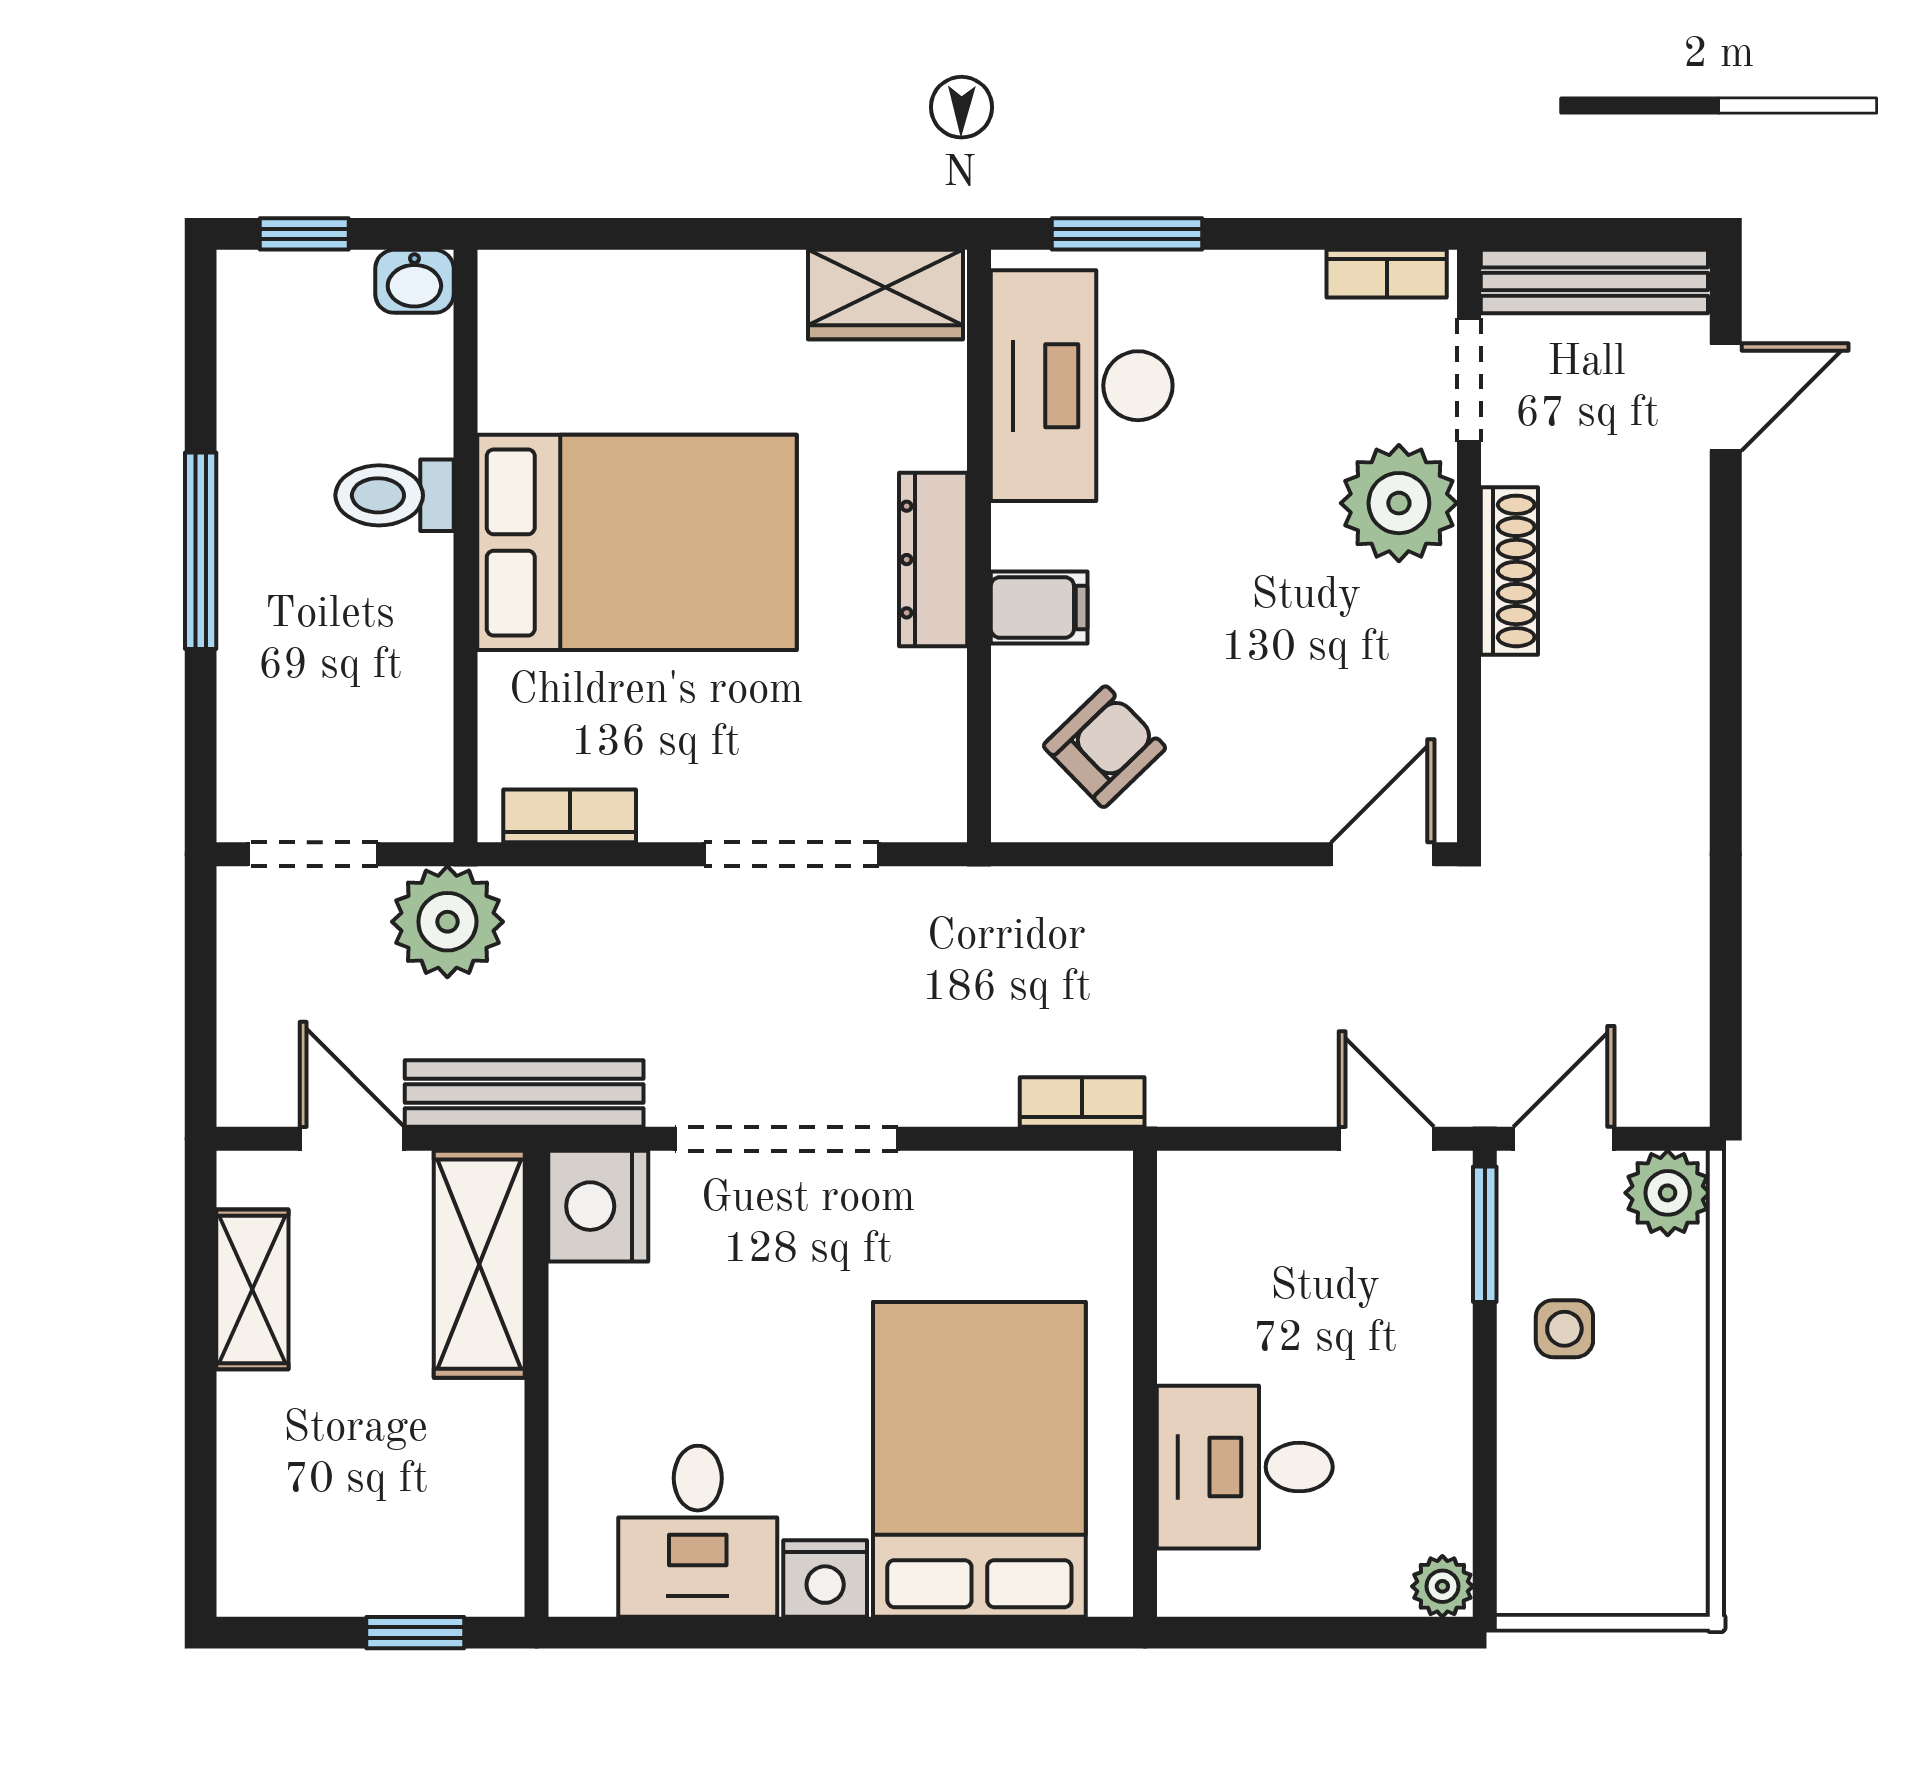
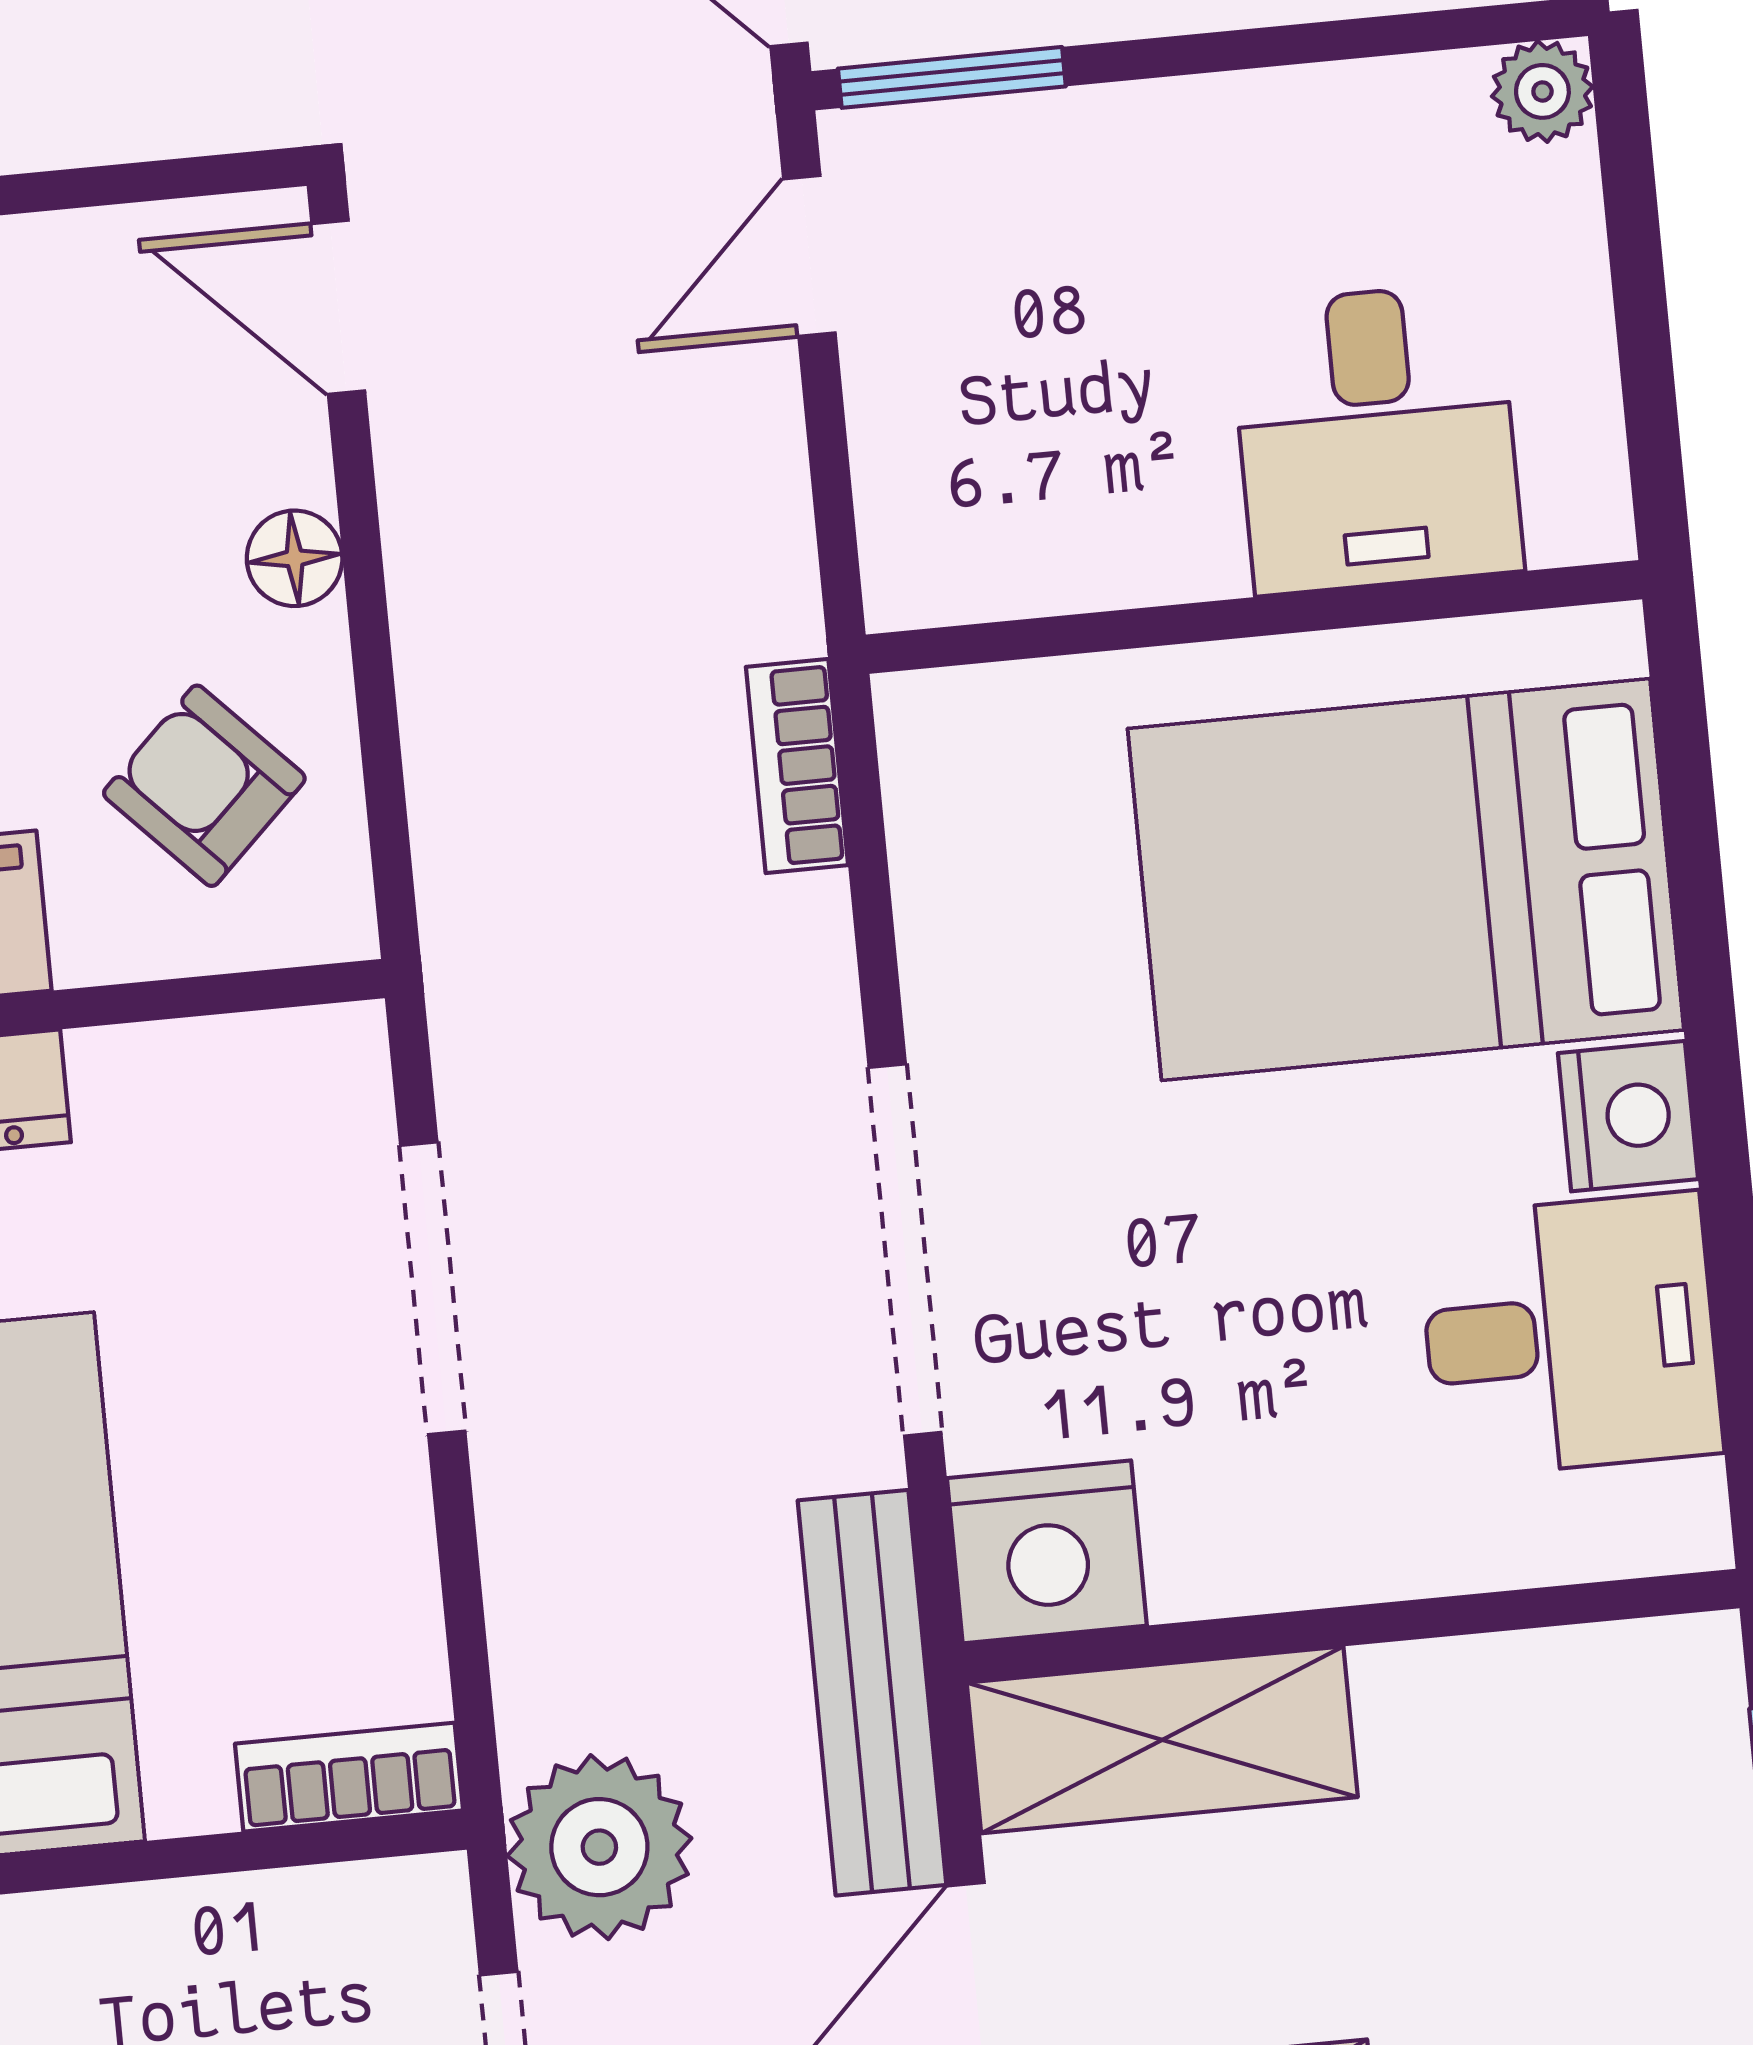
floor lamp: (1235, 814) -> (295, 558), added
bookcase: (570, 816) -> (349, 1777), moved, turned 90

